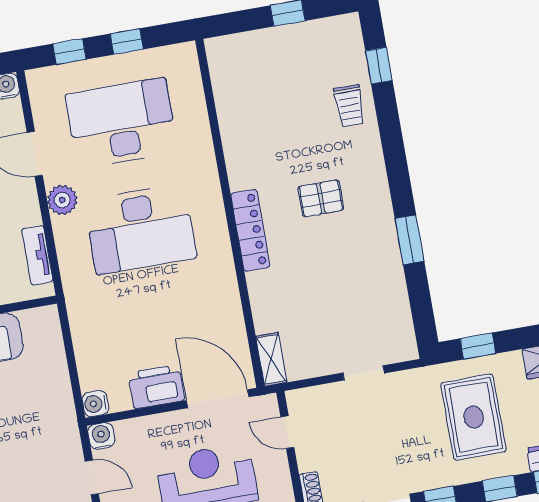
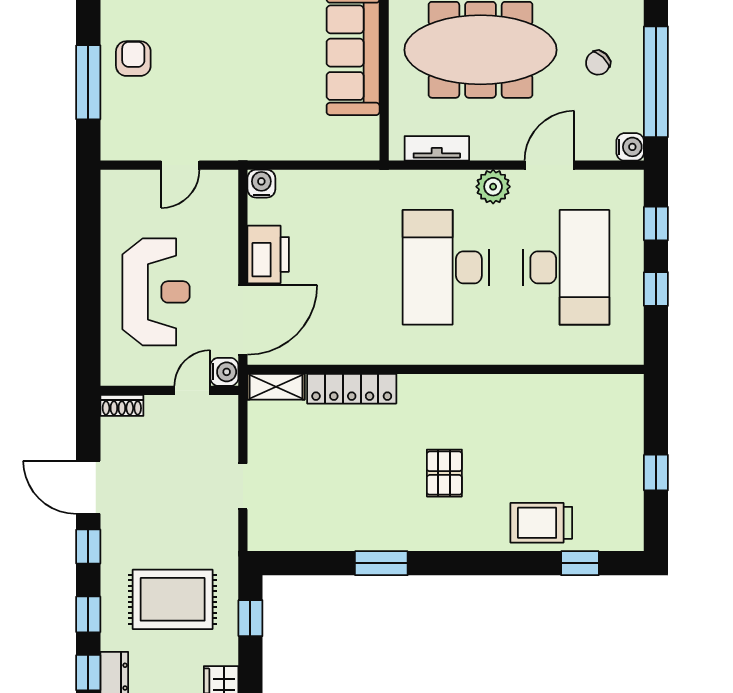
trolley: (349, 106) -> (541, 523), width x1.36, depth x1.39
locker: (250, 230) -> (352, 389), moved
water cooler: (101, 436) -> (224, 372), moved

